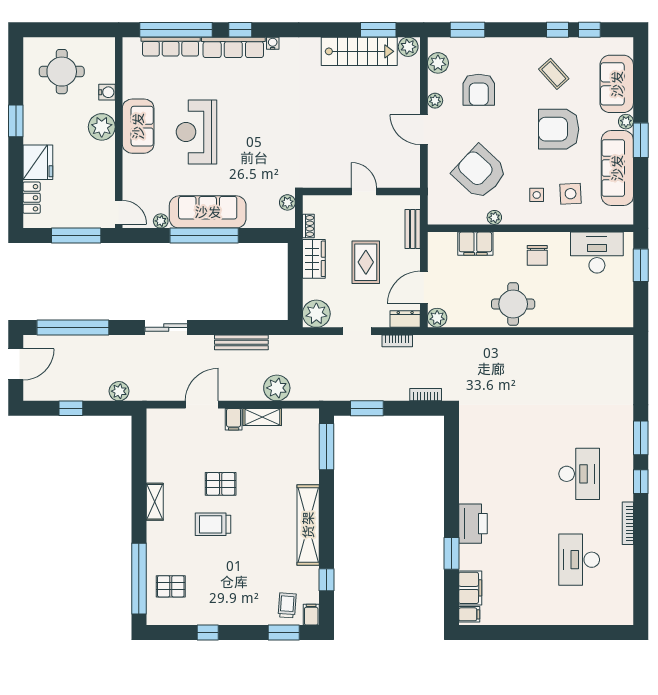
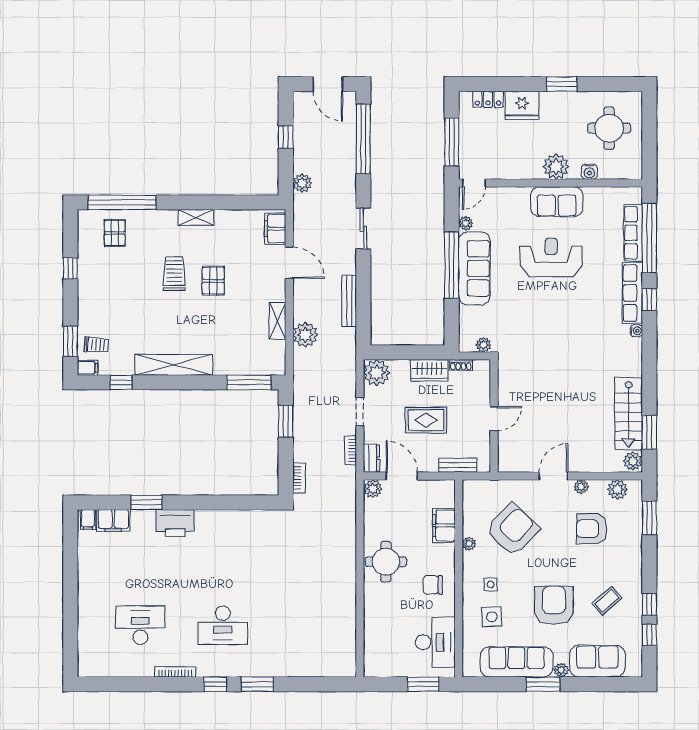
filing cabinet: (234, 419) -> (275, 229), moved, width x2.00

